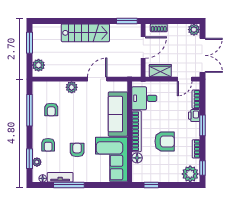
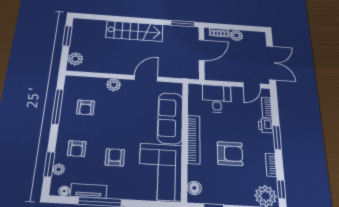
plant: (194, 30) -> (236, 35), moved
wardrobe: (160, 71) -> (222, 75), removed
desk: (144, 98) -> (217, 99), moved, turned 90
floor lamp: (137, 158) -> (194, 188), moved

